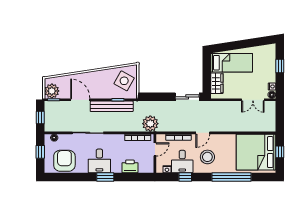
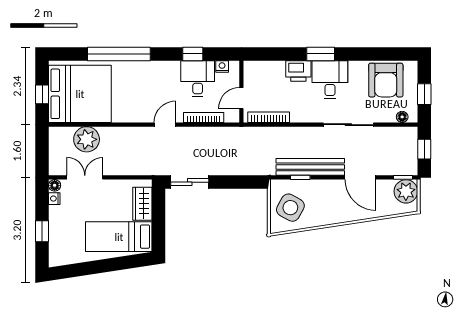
plant: (150, 124) -> (87, 139), moved
stool: (207, 157) -> (157, 86), removed
printer: (130, 166) -> (298, 71), moved

